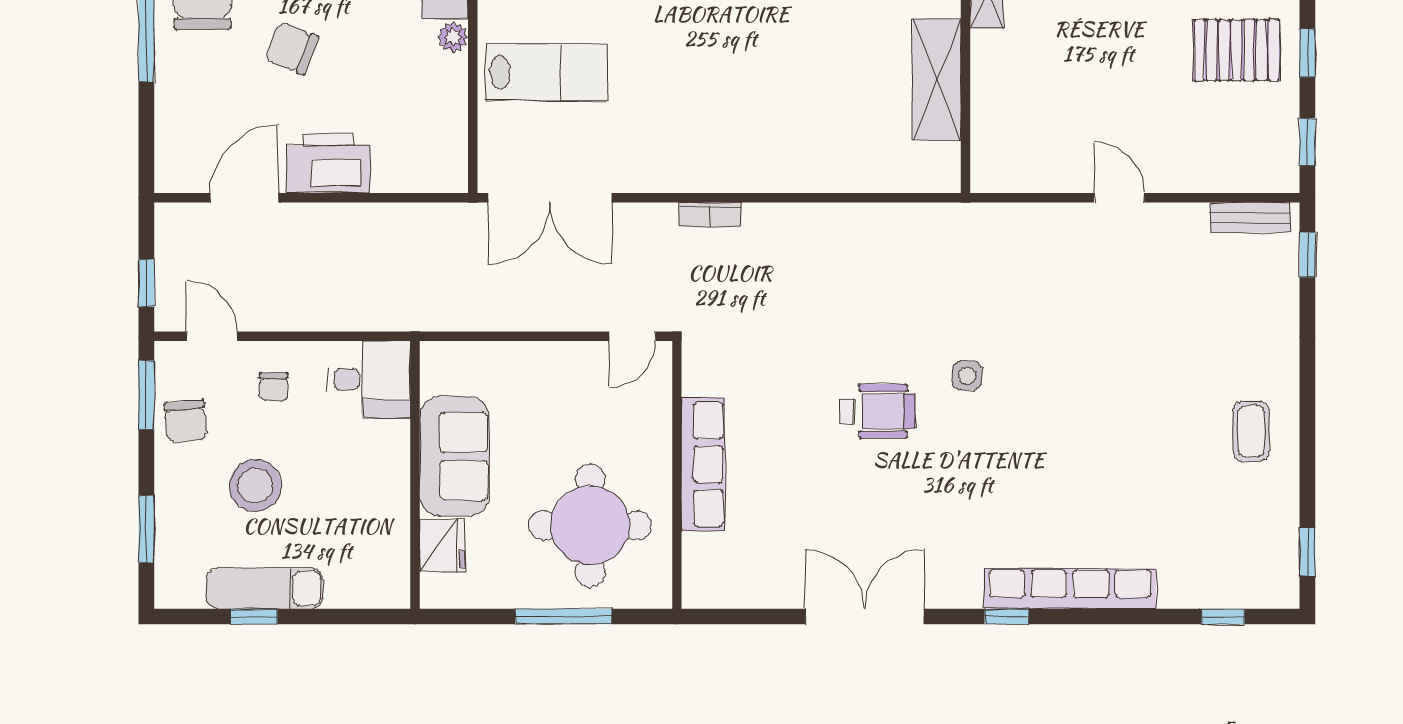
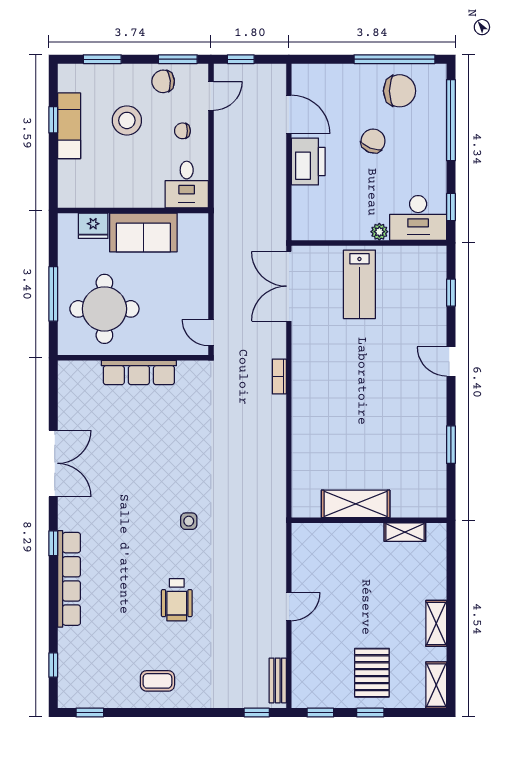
wheelchair: (877, 411) -> (177, 600), moved

